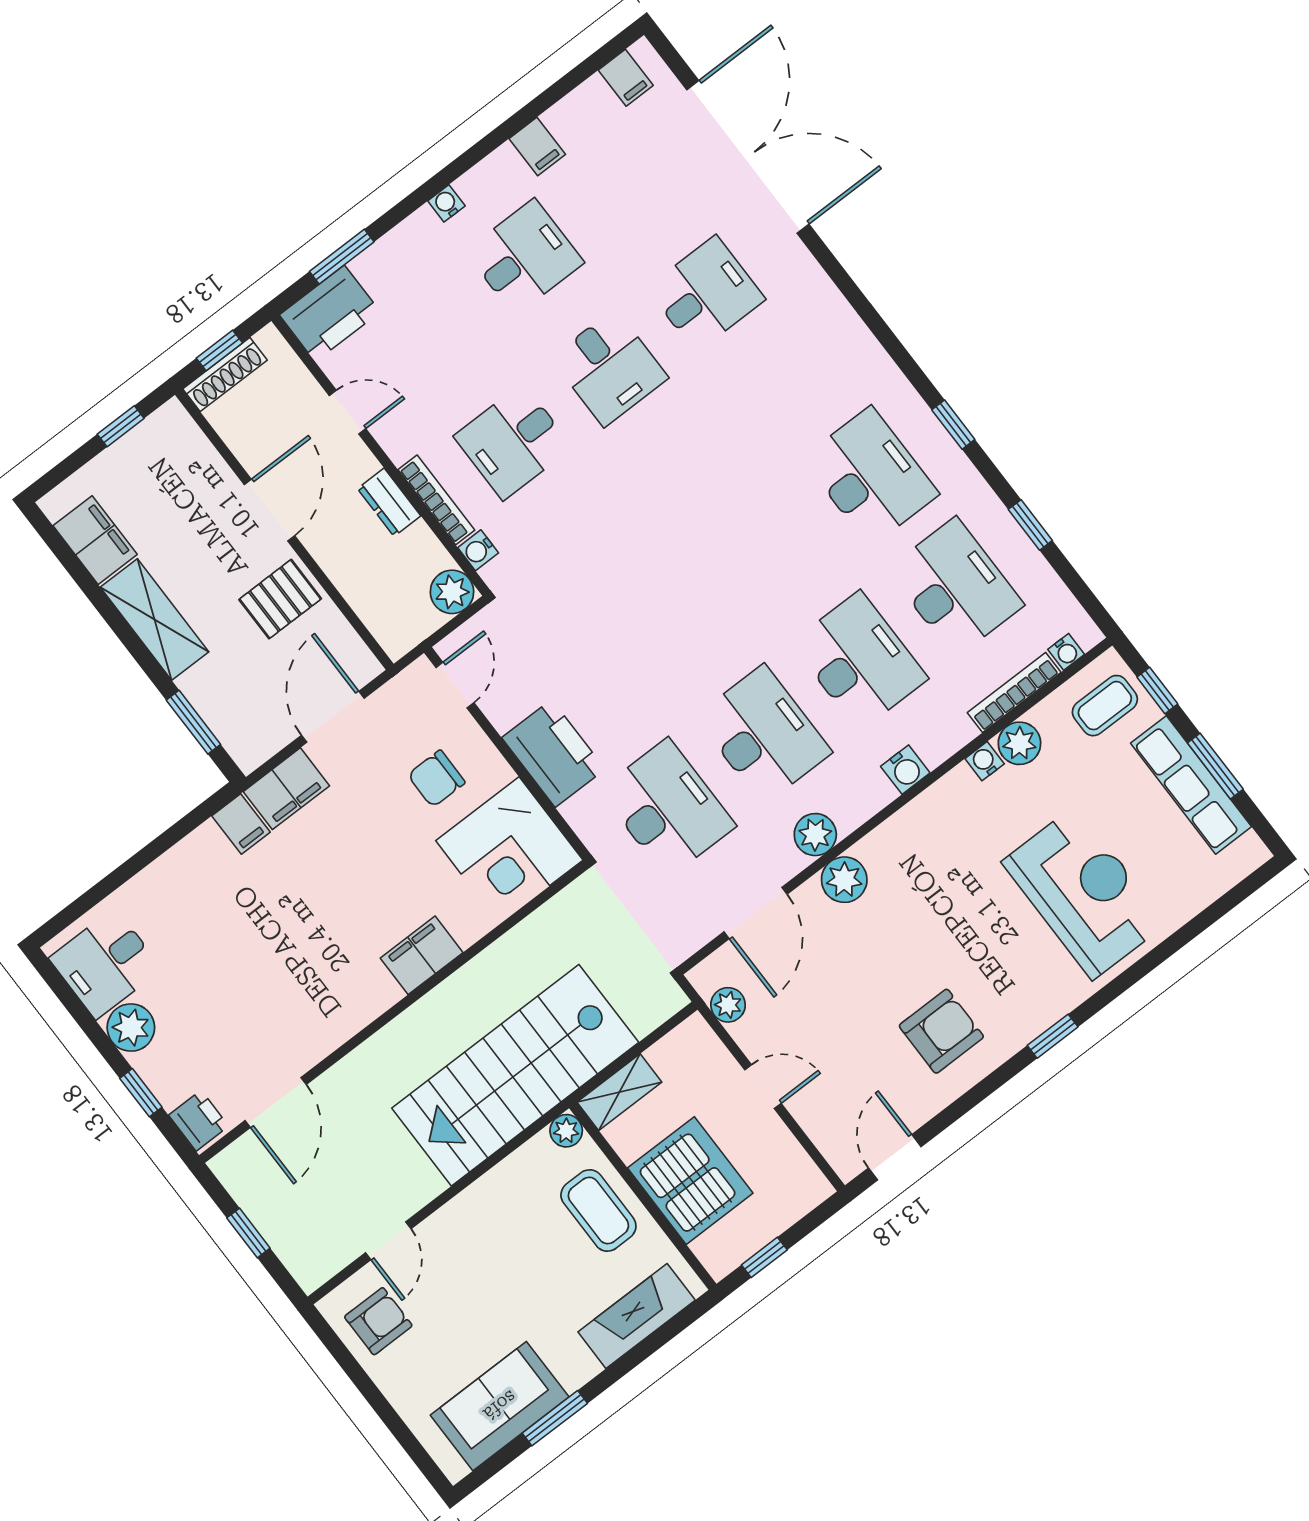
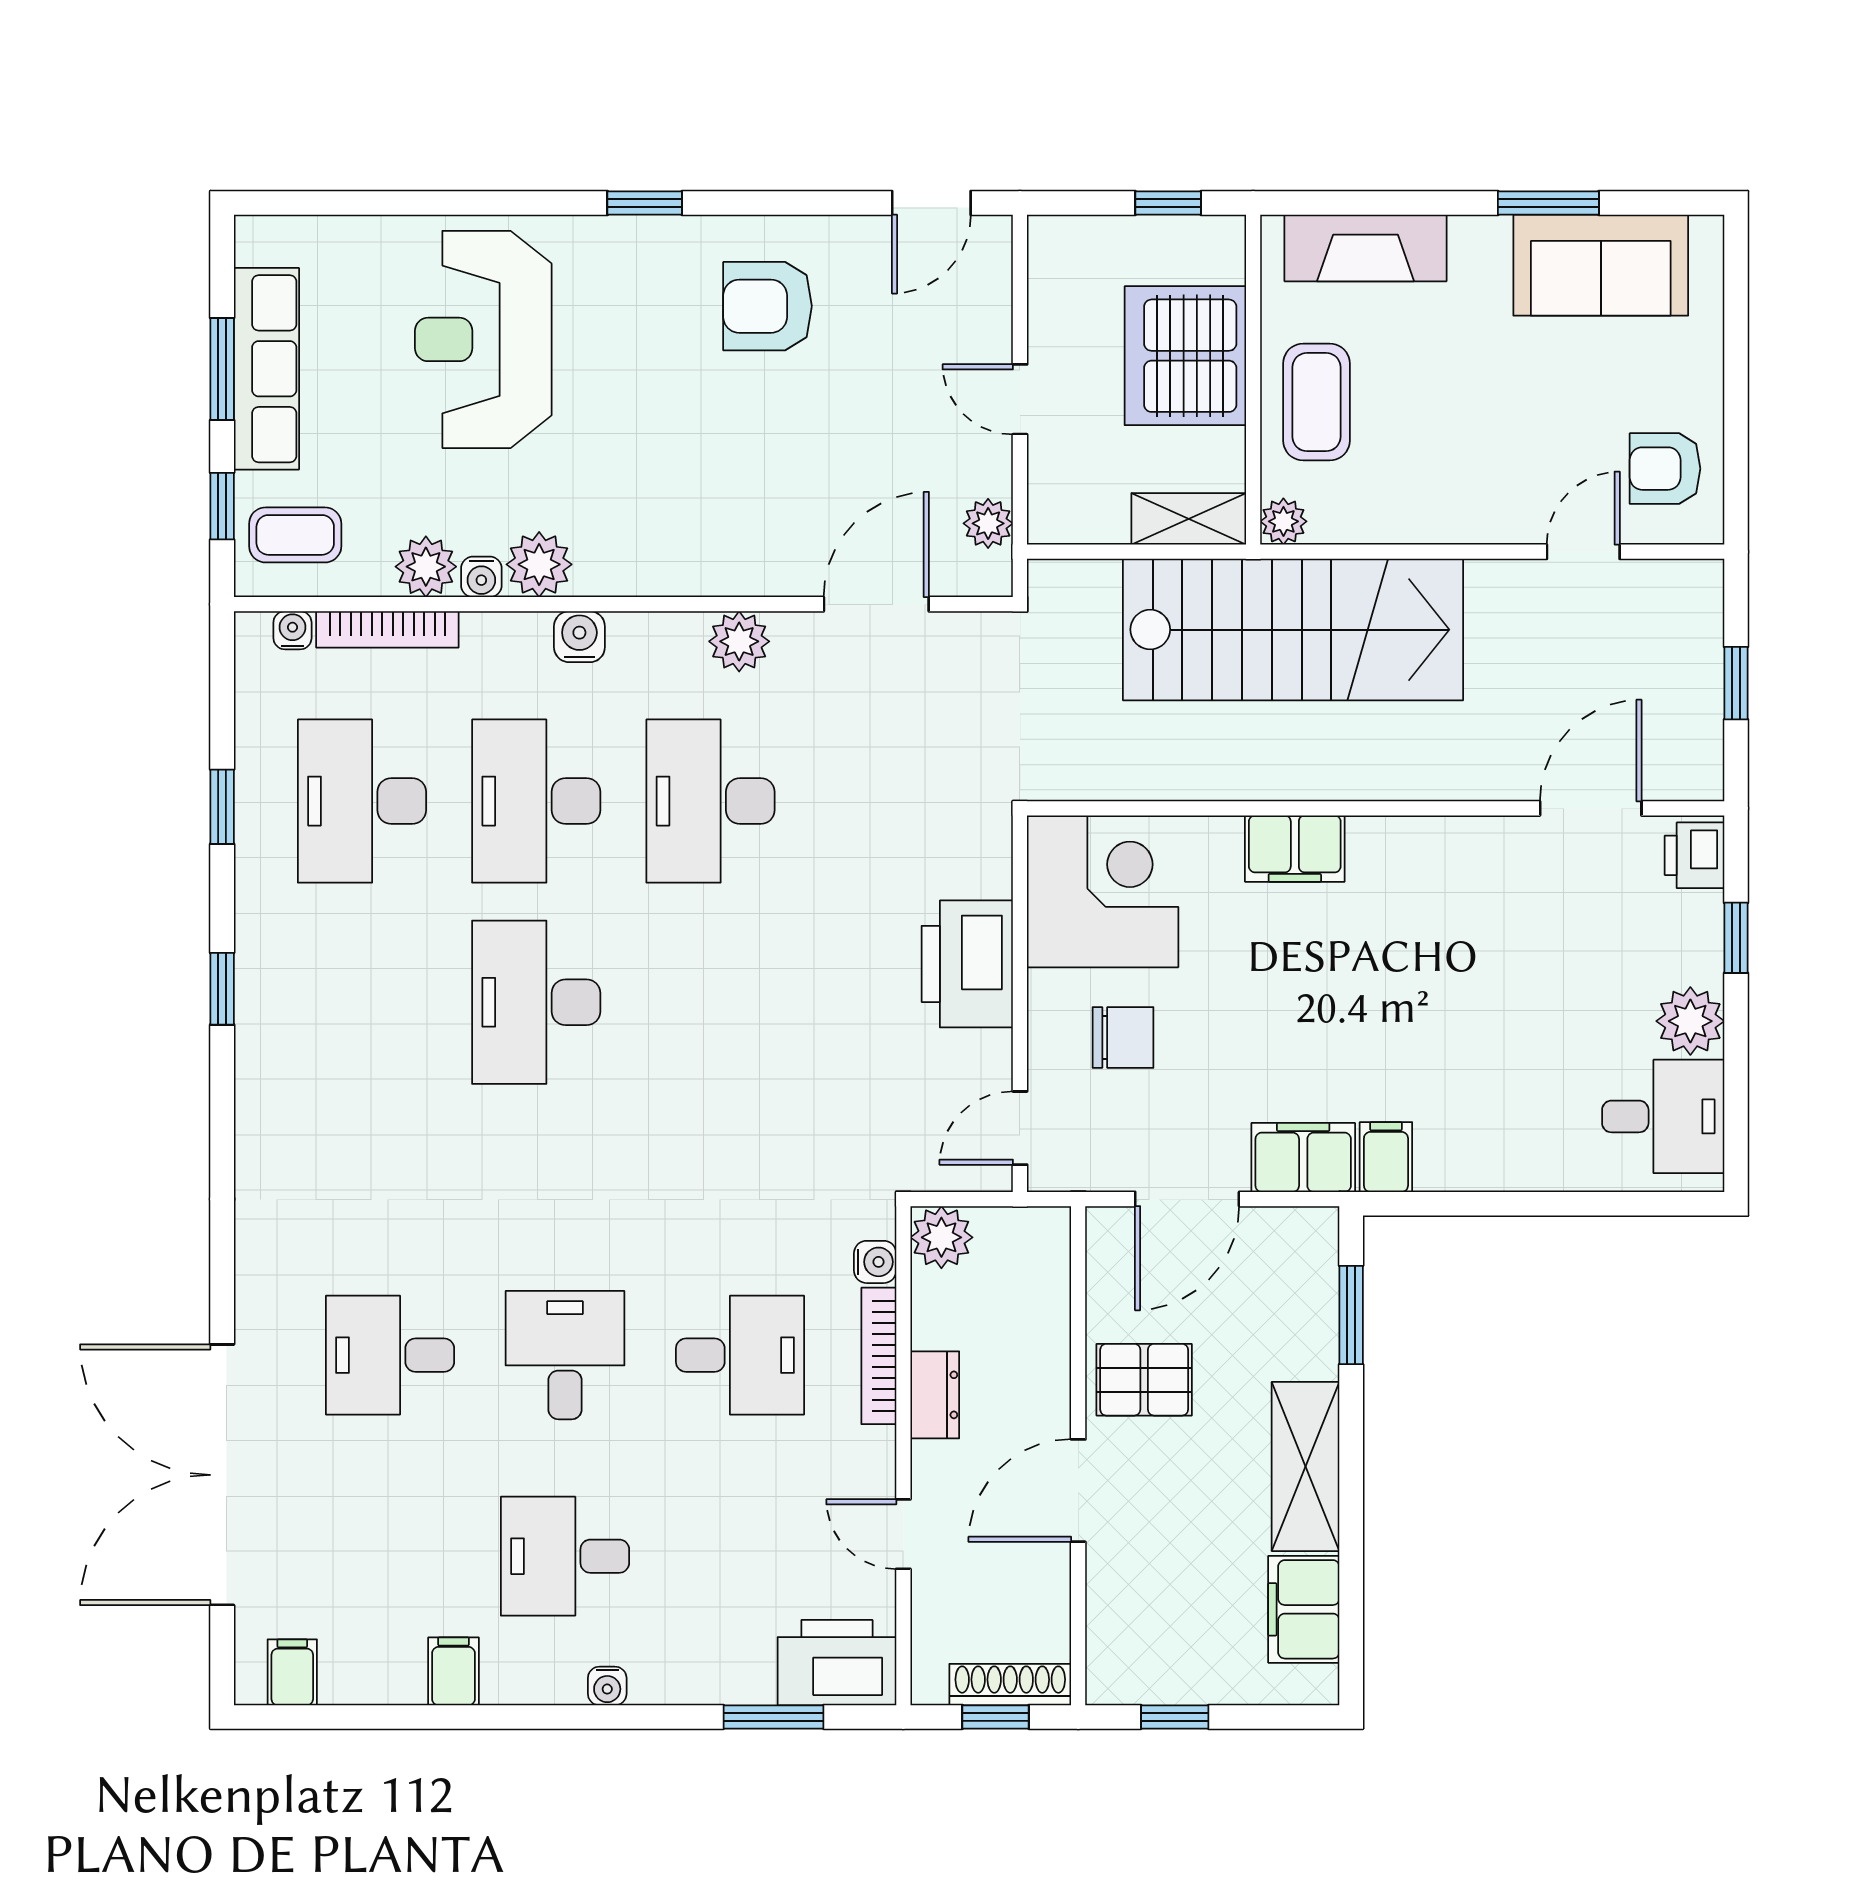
desk: (871, 476) -> (536, 1002), moved
desk: (668, 808) -> (885, 801), removed
plant: (844, 880) -> (539, 564), moved

